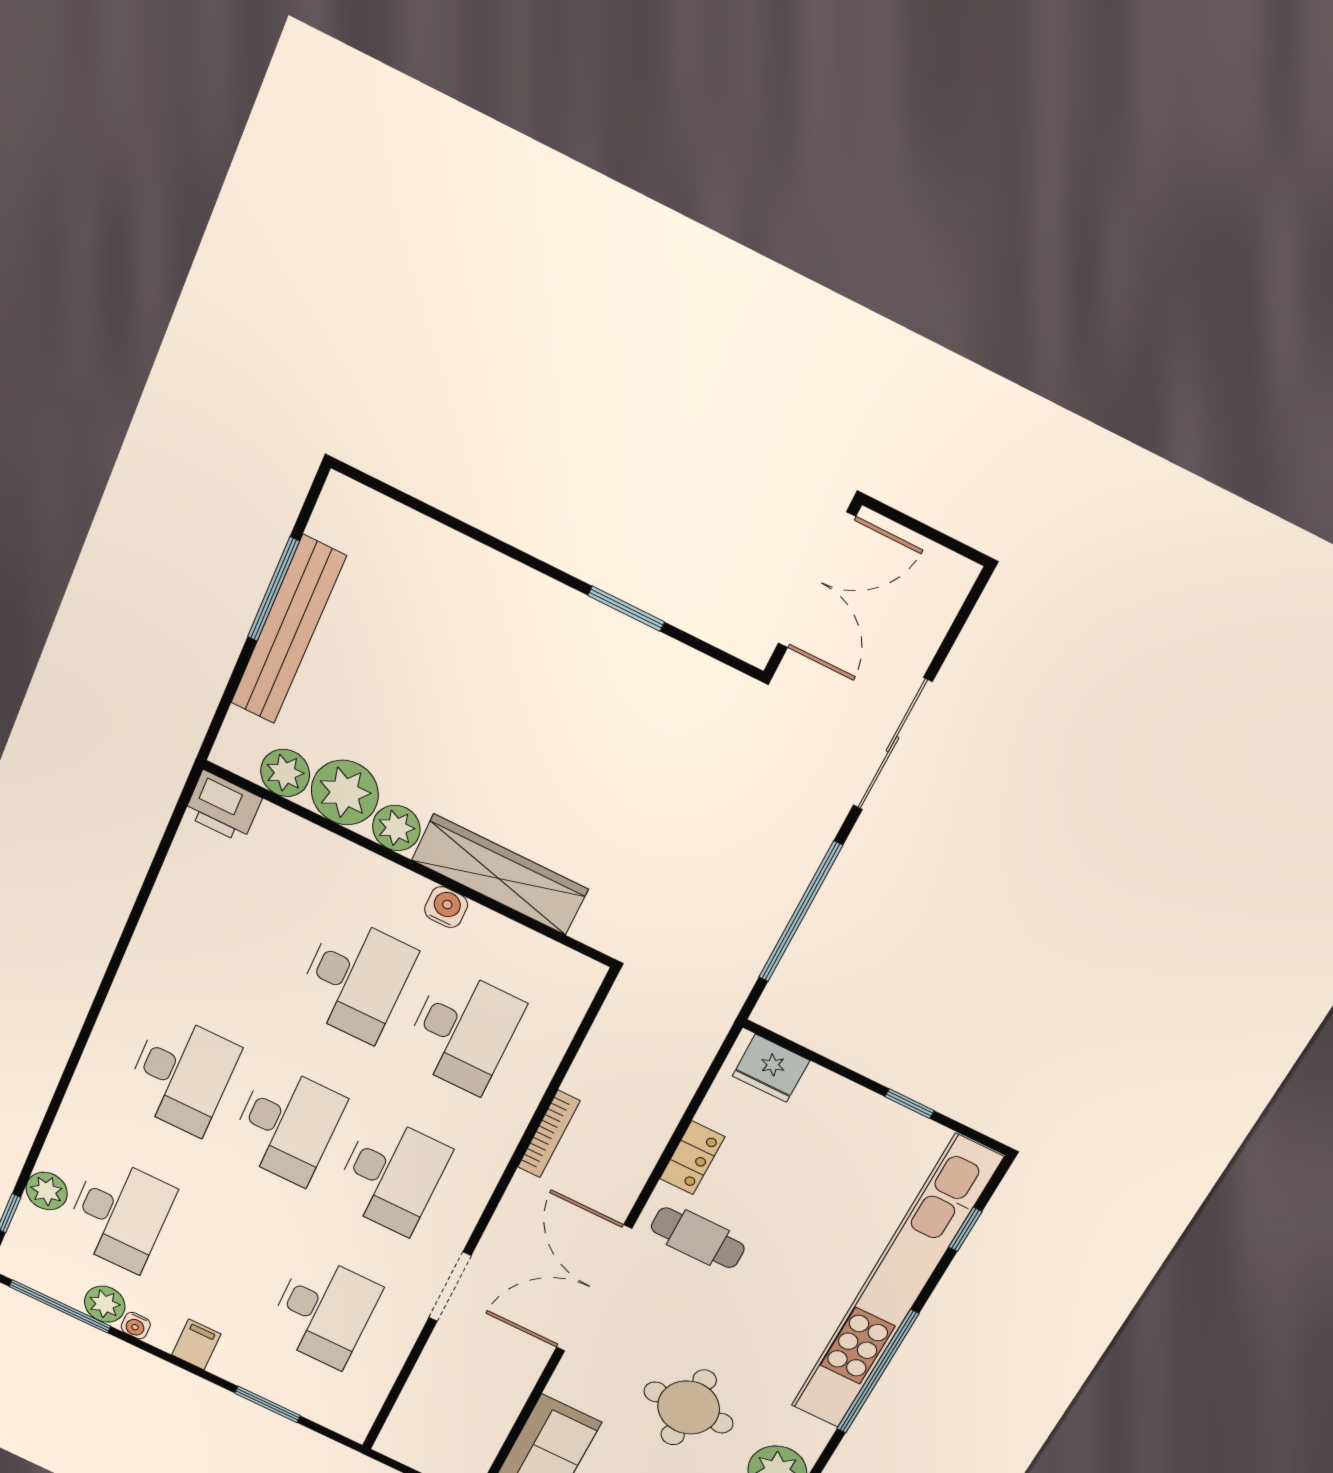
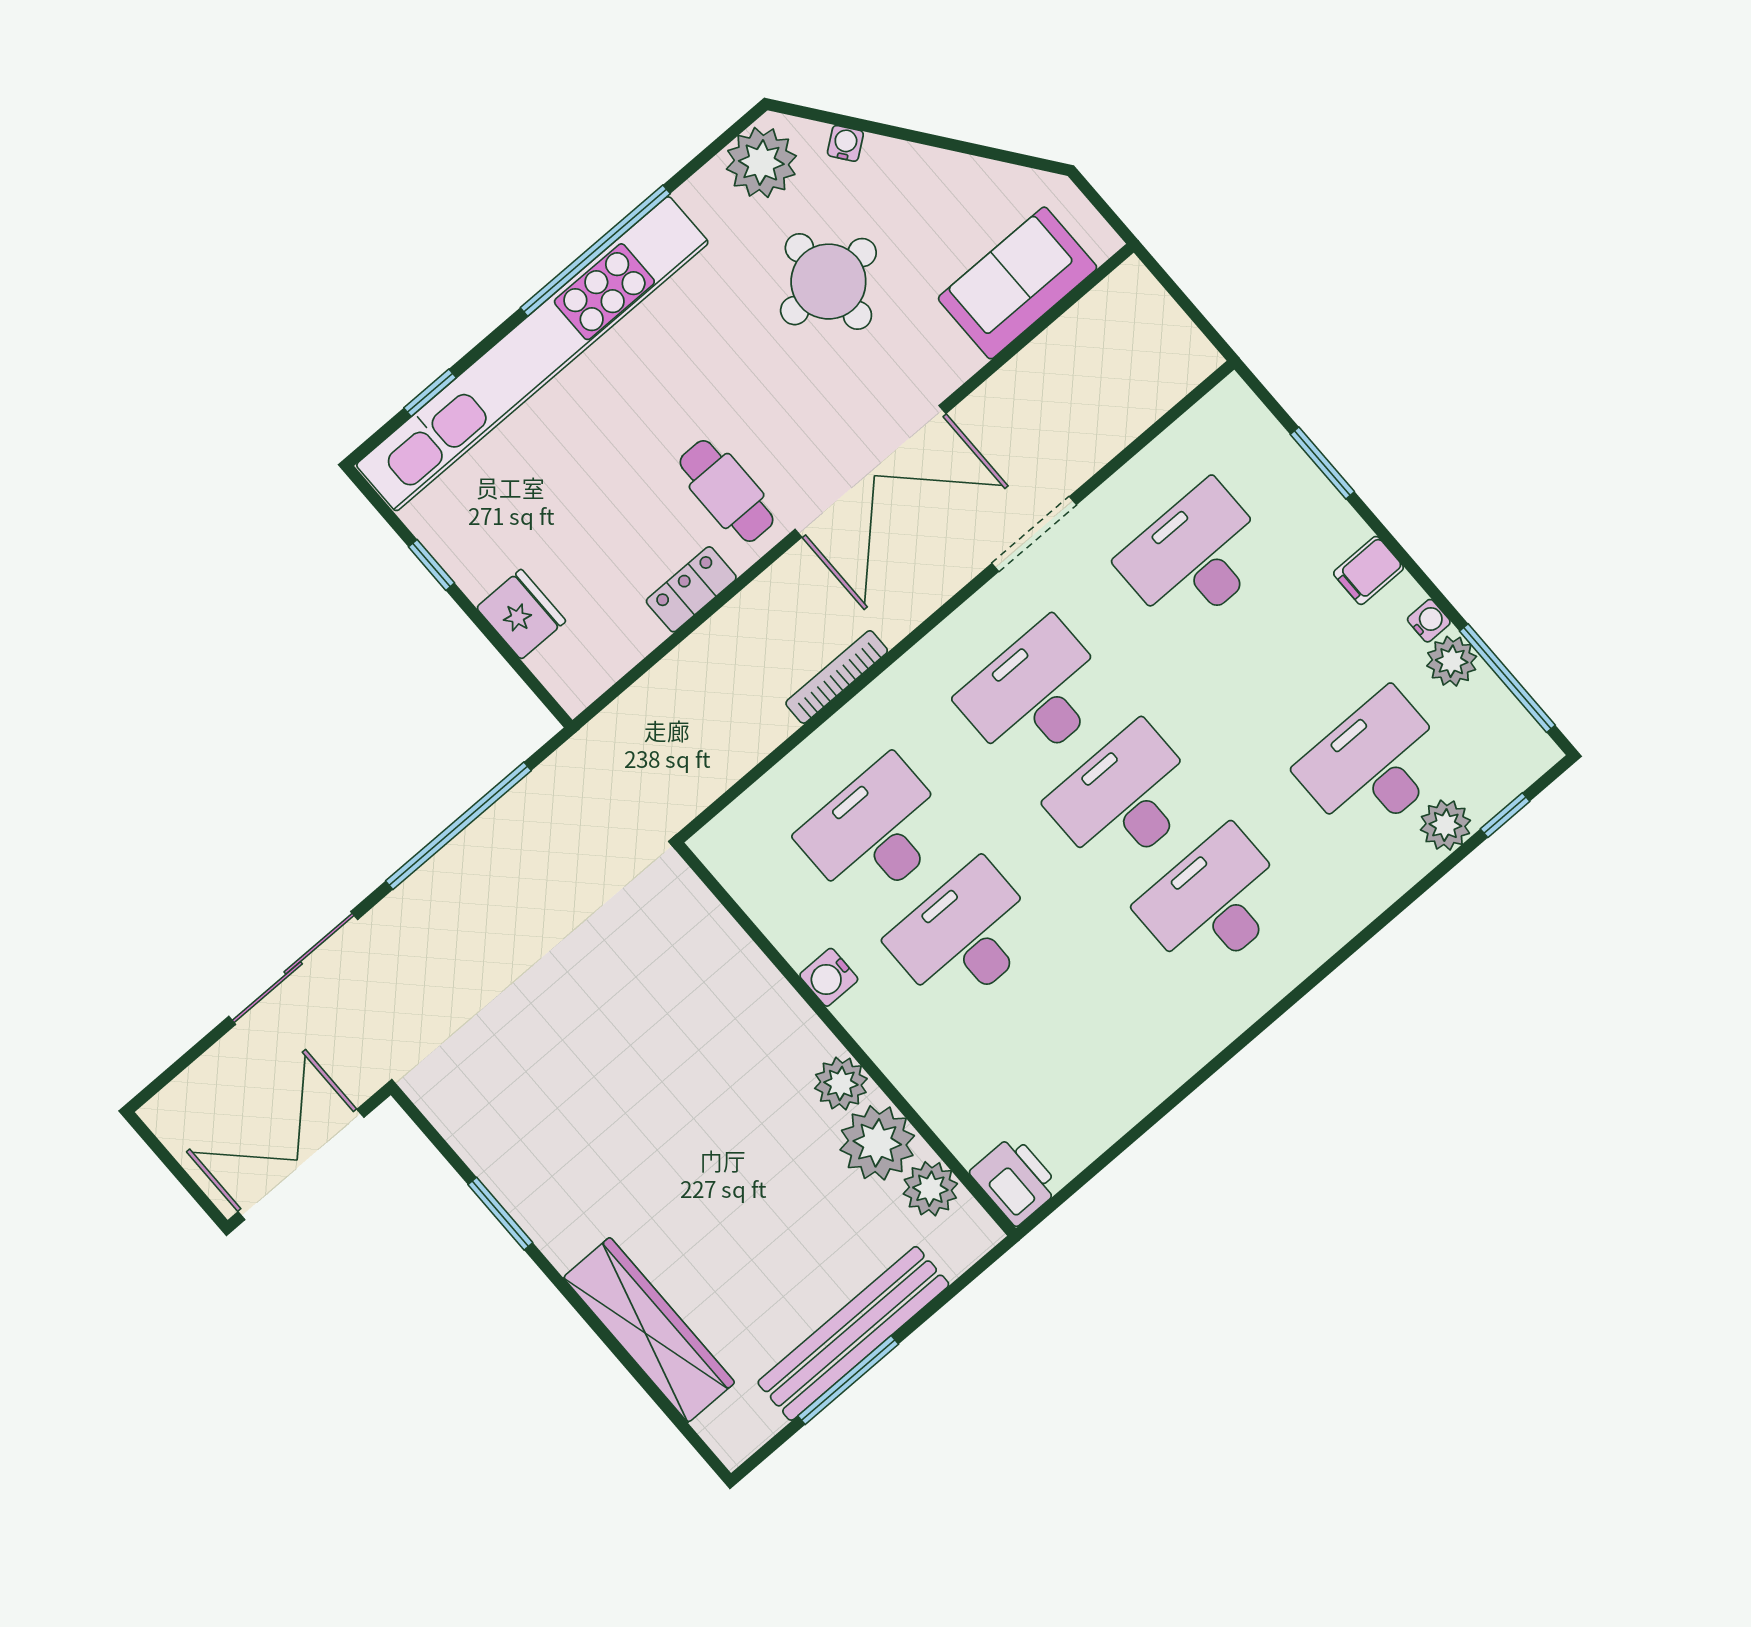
wardrobe: (500, 875) -> (649, 1330), moved, turned 180
fridge: (771, 1068) -> (521, 614), moved

